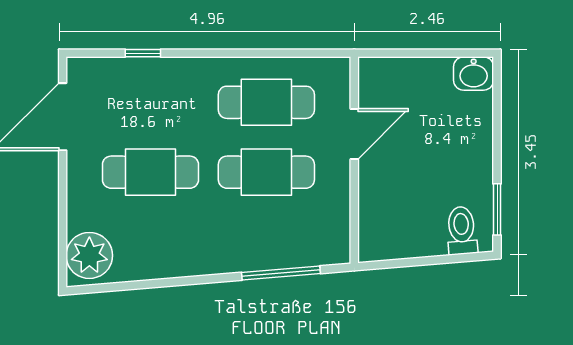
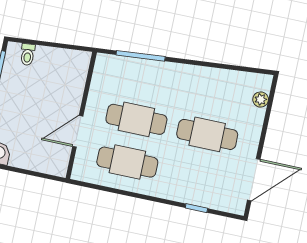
toilet: (462, 231) -> (28, 55), width x0.73, depth x0.72
plant: (89, 255) -> (261, 99), width x0.53, depth x0.53

